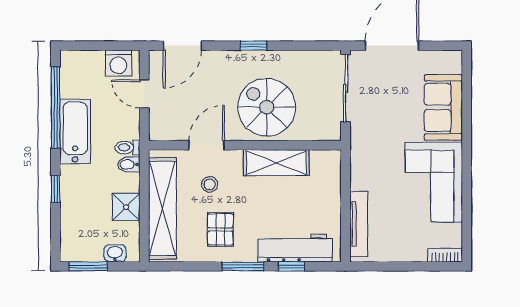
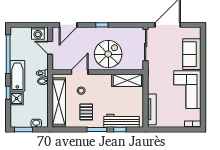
spiral stairs: (267, 107) -> (108, 54), turned 90
bathtub: (75, 132) -> (17, 76), moved
shelving: (276, 163) -> (127, 80), moved
shower: (126, 207) -> (17, 98), moved

